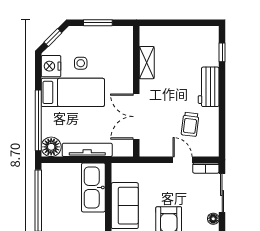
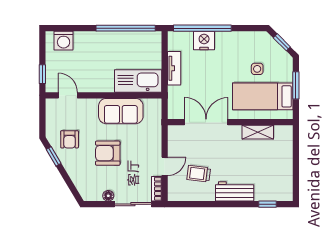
nightstand: (51, 66) -> (204, 40), moved
bed: (73, 92) -> (263, 96), moved, turned 90
floor lamp: (51, 147) -> (177, 41), removed
tv unit: (87, 150) -> (174, 68), width x0.71

